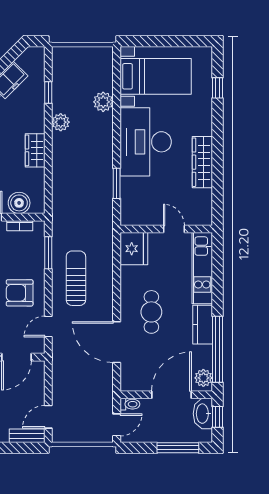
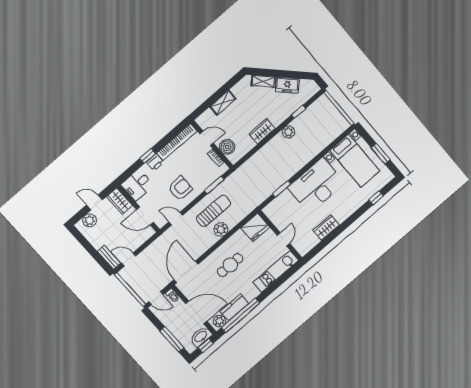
window: (173, 41) -> (381, 154), added
plant: (103, 102) -> (221, 229), moved
wardrobe: (202, 162) -> (326, 228), width x0.67
armchair: (20, 293) -> (180, 188), turned 90
kitchen counter: (203, 325) -> (234, 307), moved
door: (117, 342) -> (186, 272), moved

